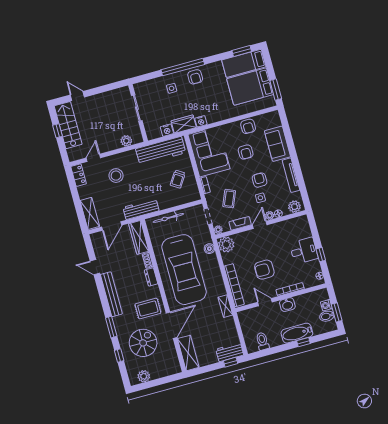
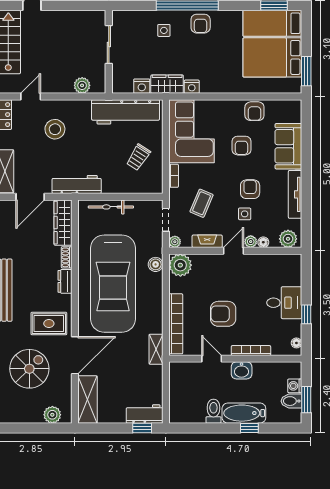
toilet: (262, 341) -> (213, 411), moved
plant: (144, 376) -> (52, 415), moved

